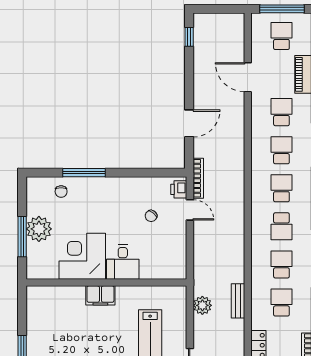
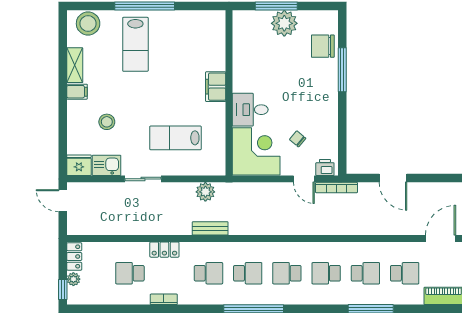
school desk: (281, 188) -> (326, 273), turned 180
chair: (61, 192) -> (323, 46), width x1.87, depth x1.87
door: (190, 210) -> (304, 179), hinge flipped
corner desk: (82, 256) -> (256, 151), moved

